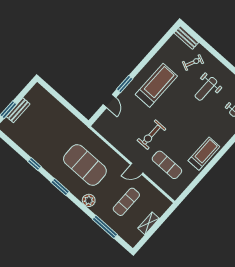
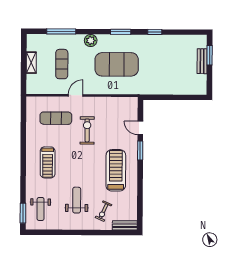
treadmill: (156, 85) -> (116, 170), turned 180
treadmill: (204, 154) -> (48, 162), moved

